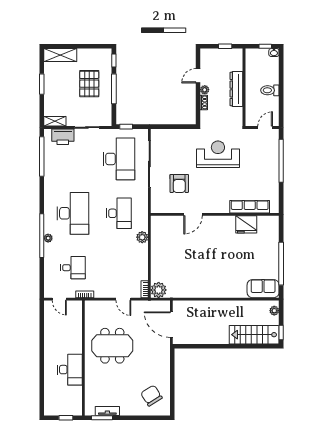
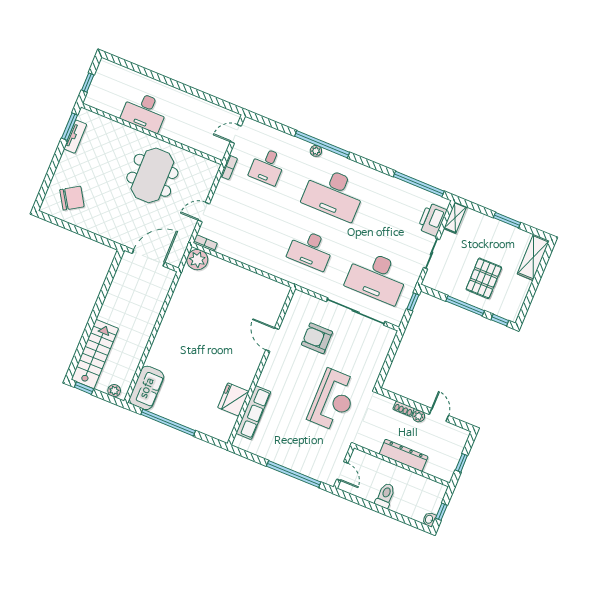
pallet: (89, 84) -> (484, 278), turned 90
plant: (142, 237) -> (270, 266), removed

